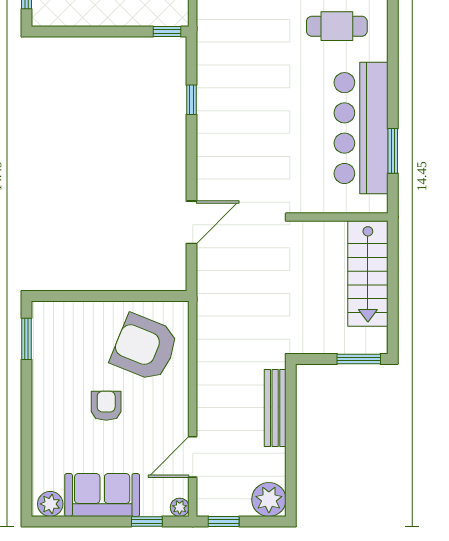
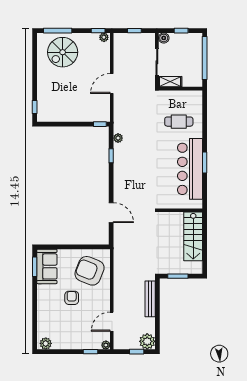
plant: (206, 62) -> (118, 138), added
window: (393, 151) -> (205, 162), moved
door: (191, 222) -> (111, 213), hinge flipped
window: (359, 359) -> (178, 276), moved
sofa: (102, 495) -> (47, 266), moved, turned 90
window: (224, 521) -> (137, 352), moved

